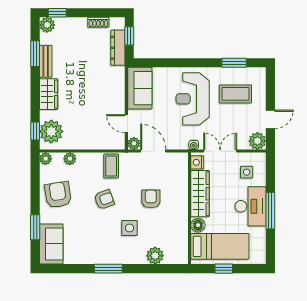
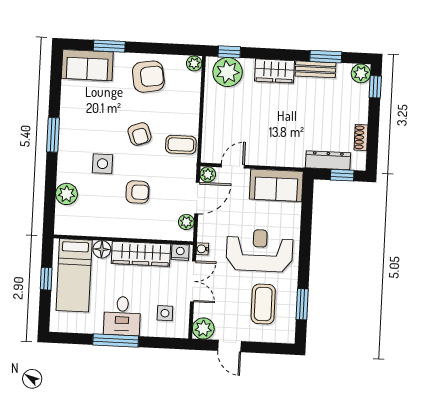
plant: (70, 159) -> (186, 222), moved
desk: (250, 206) -> (122, 316), width x0.73

